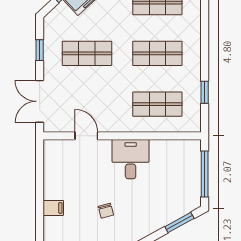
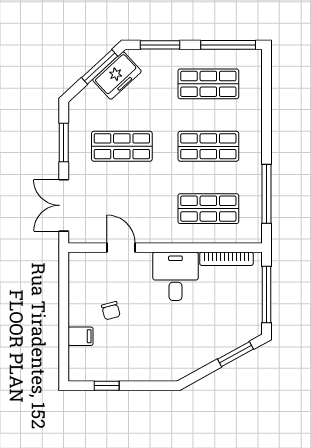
window: (40, 50) -> (64, 142), width x1.50
window: (205, 92) -> (266, 194), width x2.17
bookcase: (172, 145) -> (226, 259), added
chair: (106, 211) -> (111, 311), moved

